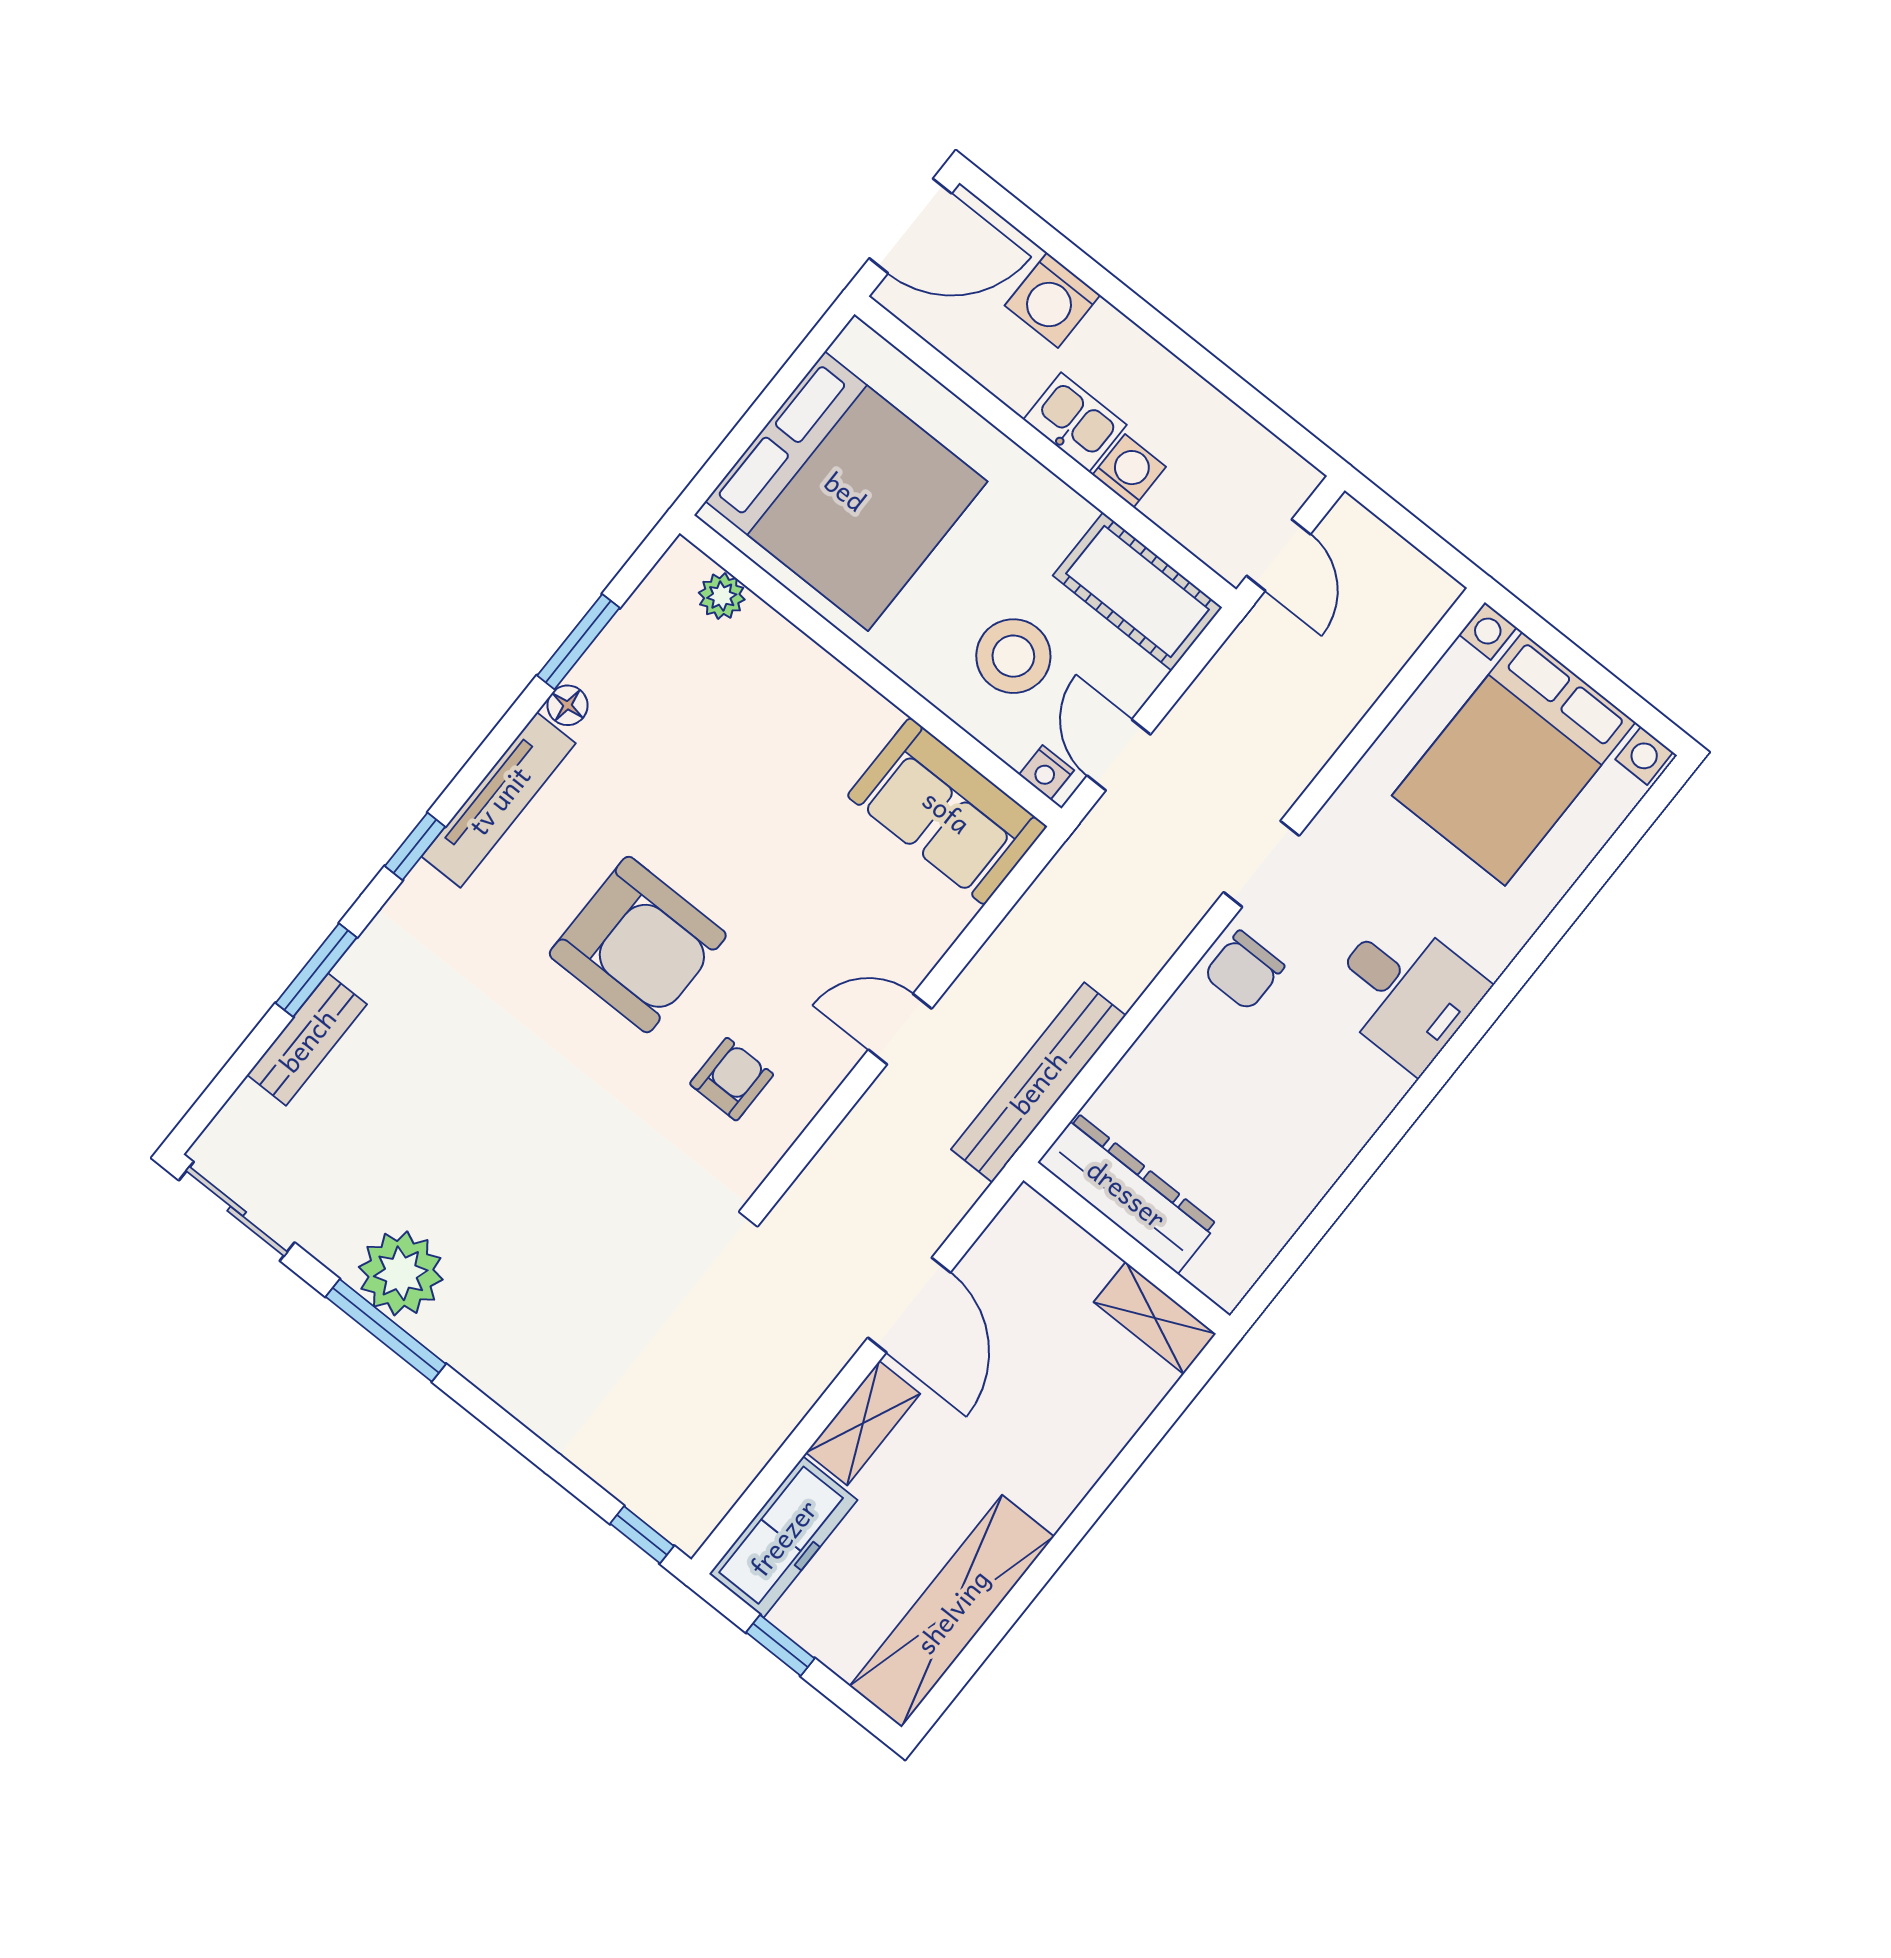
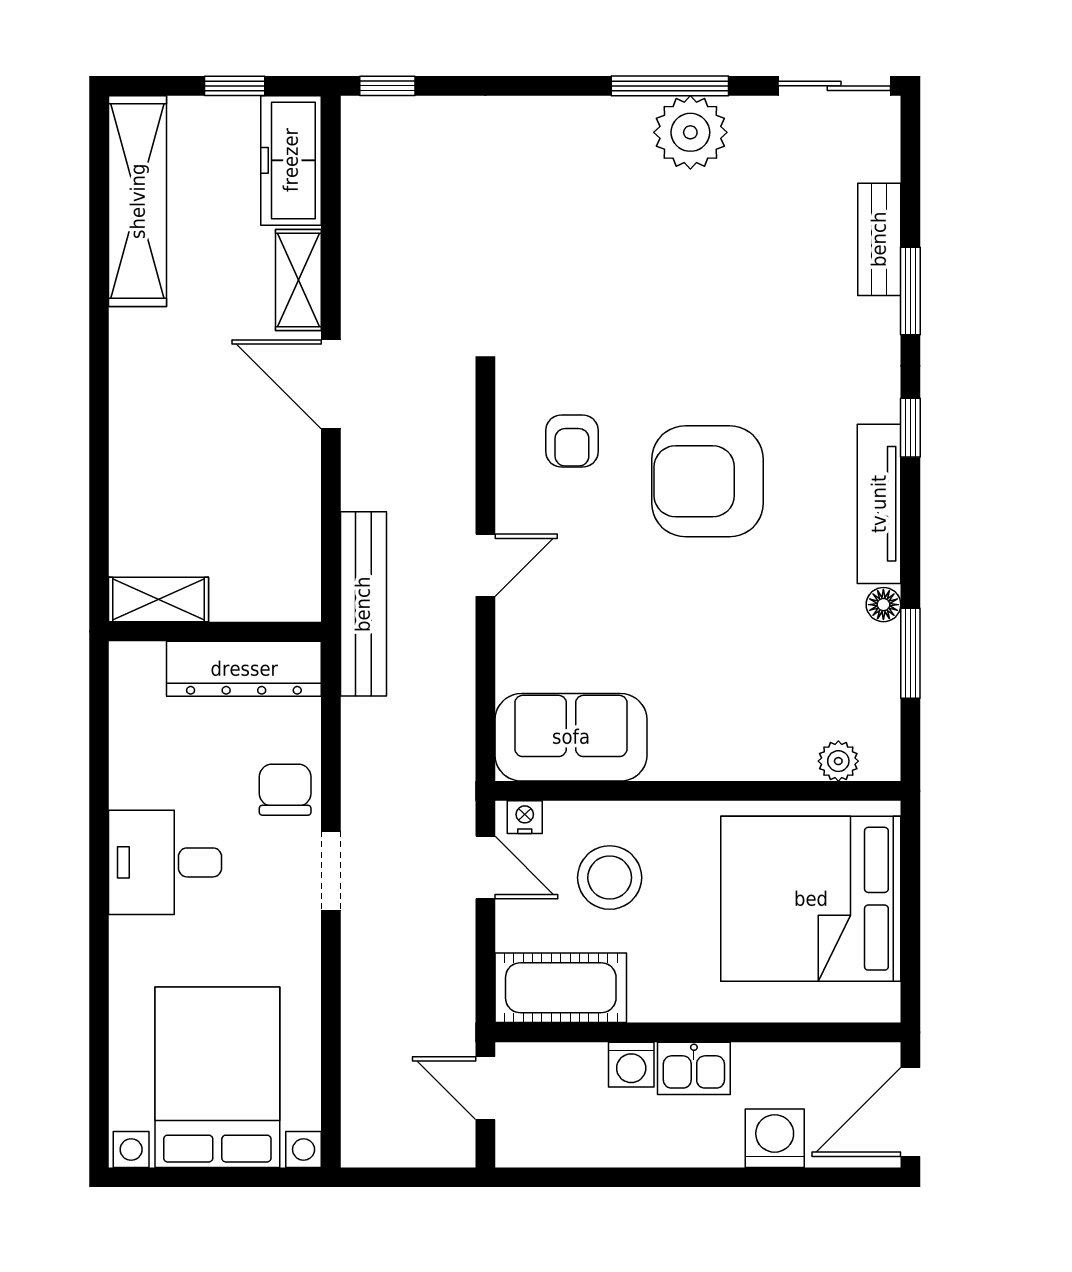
dresser: (1127, 1193) -> (244, 669), moved
wall: (1127, 1248) -> (215, 632), moved
shelving: (1155, 1318) -> (159, 599), moved

